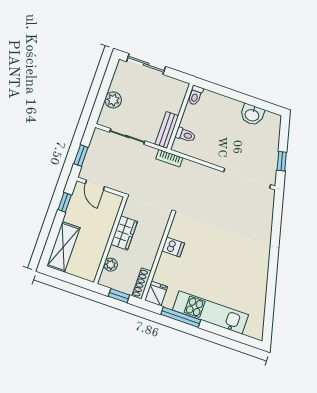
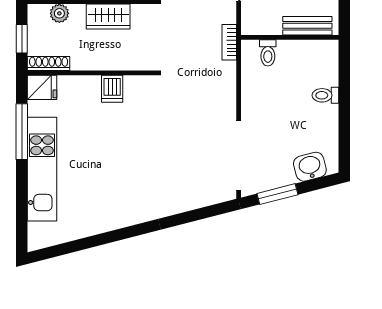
toilet: (195, 95) -> (325, 95), moved
washbasin: (252, 115) -> (310, 167), moved, turned 76
bench: (167, 130) -> (307, 26), moved
window: (282, 161) -> (277, 194), width x1.50

